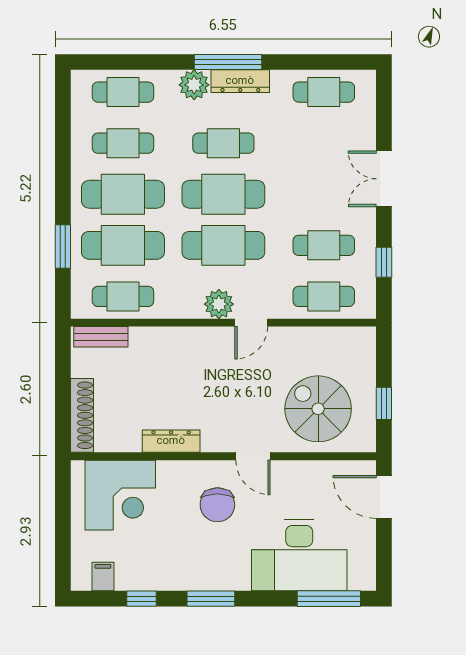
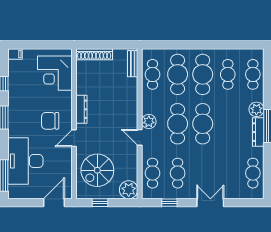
cafe table: (223, 143) -> (228, 124), removed
window: (63, 247) -> (177, 45), removed
plant: (358, 345) -> (129, 190), added
spiral stairs: (318, 409) -> (97, 170), turned 180
dresser: (171, 441) -> (81, 109), moved
filing cabinet: (103, 576) -> (15, 54), moved

